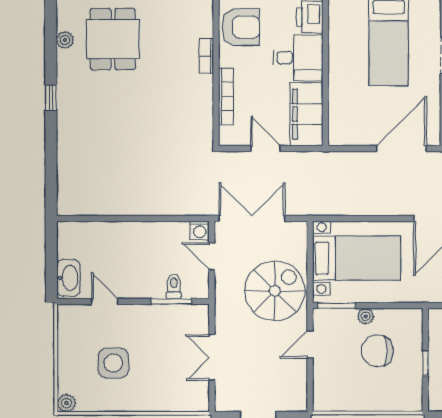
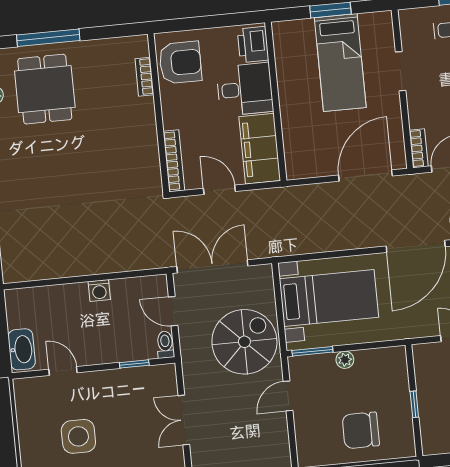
bookcase: (206, 56) -> (144, 77), moved
bookcase: (226, 96) -> (174, 161), moved
washing machine: (200, 230) -> (99, 290), moved
toilet: (174, 286) -> (165, 345), moved
window: (171, 301) -> (134, 364), width x0.67
chair: (377, 351) -> (361, 430), moved

